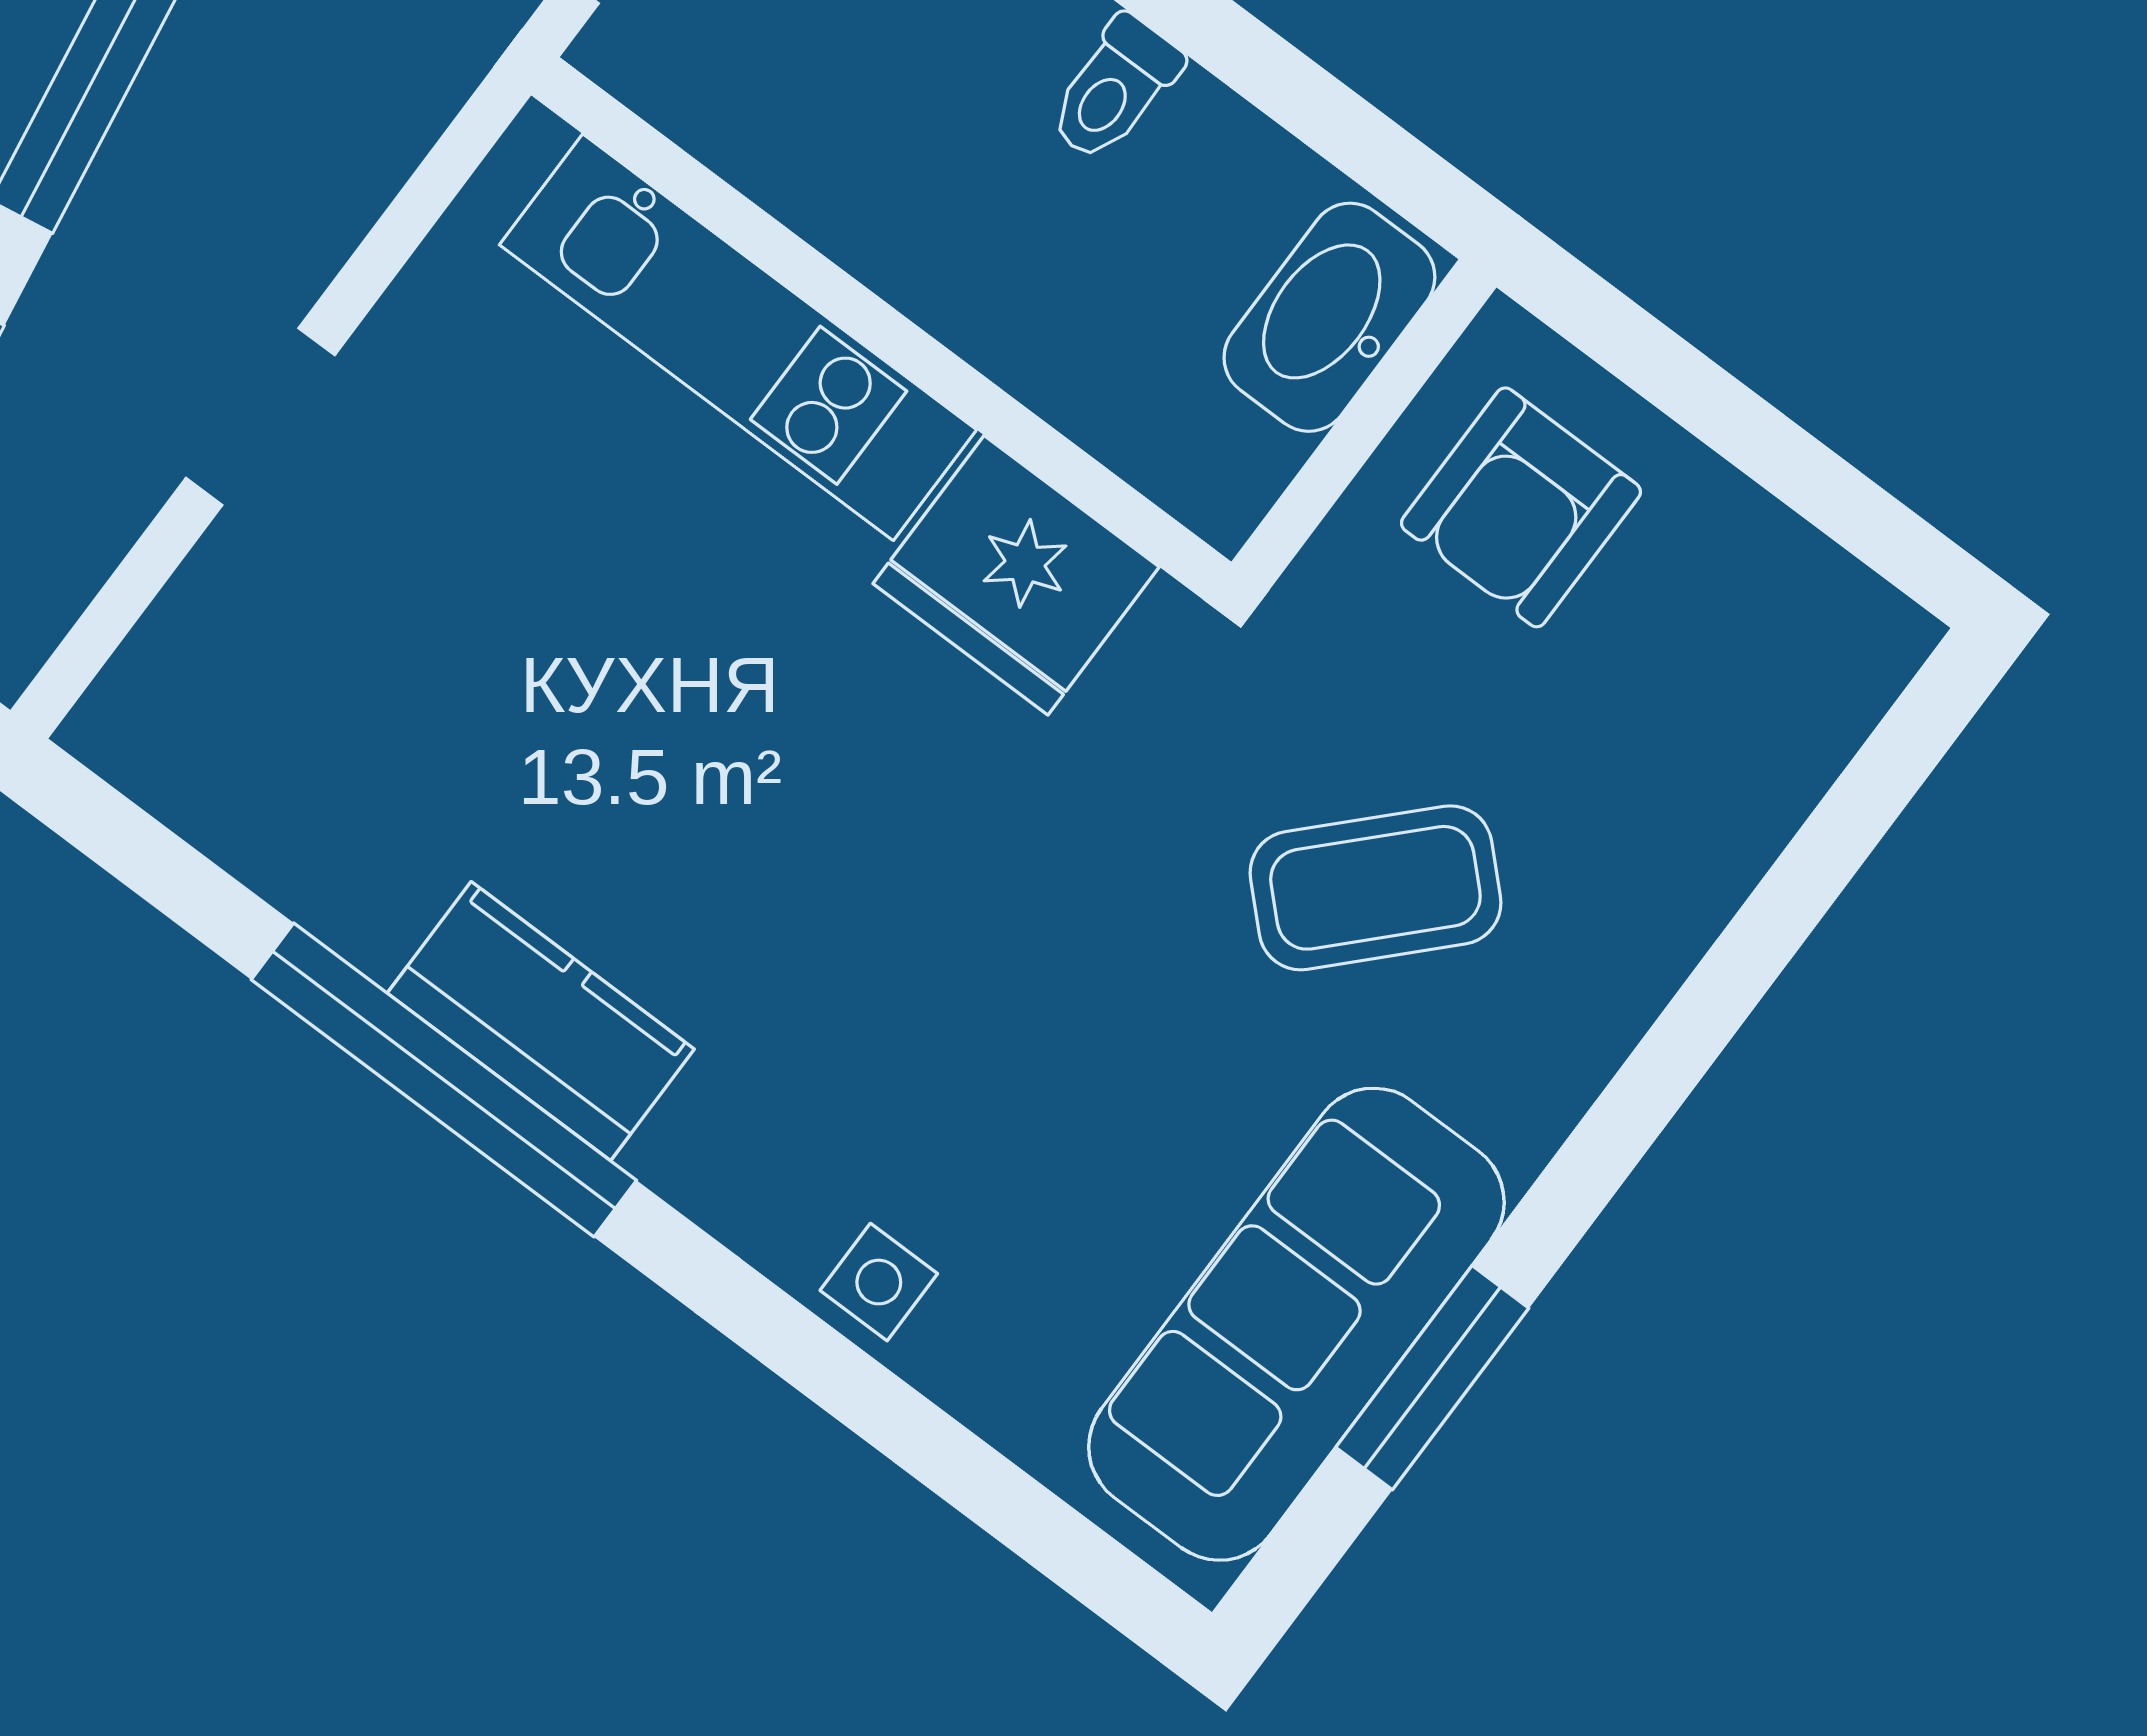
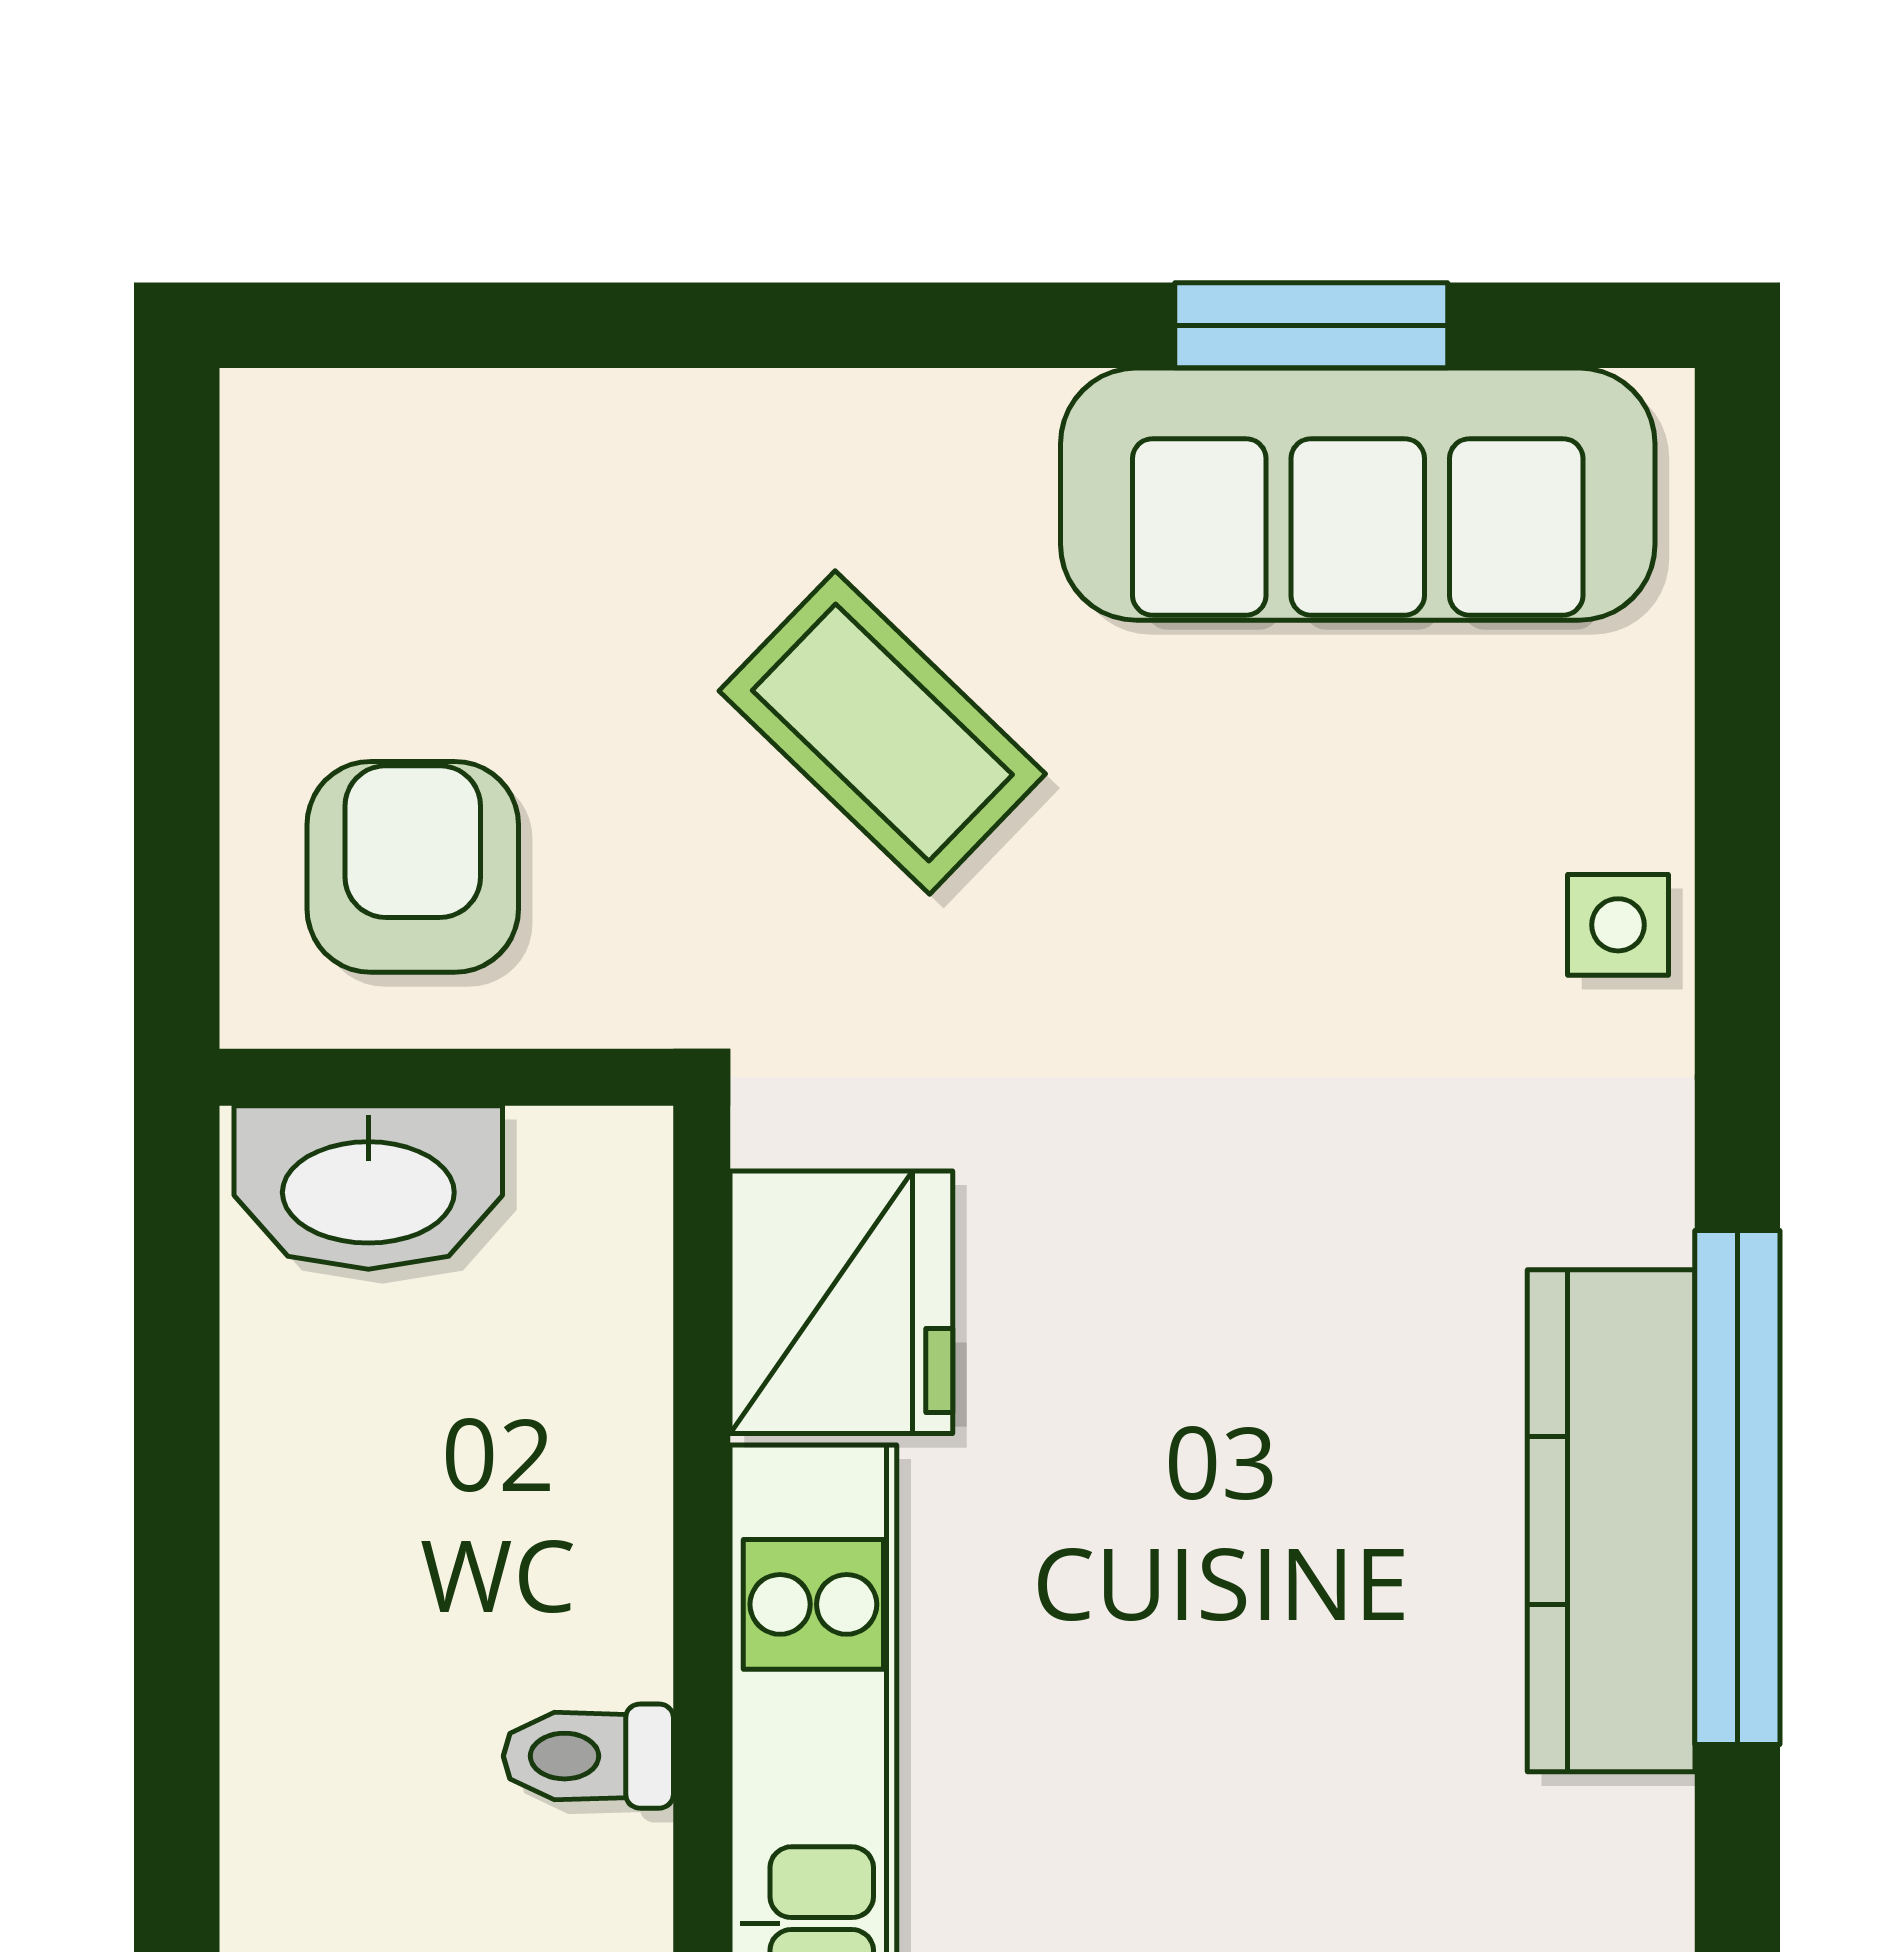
toilet: (1114, 89) -> (588, 1756), moved, turned 180
armchair: (1521, 507) -> (413, 867), turned -90
kitchen counter: (541, 1021) -> (1611, 1521), width x1.50

